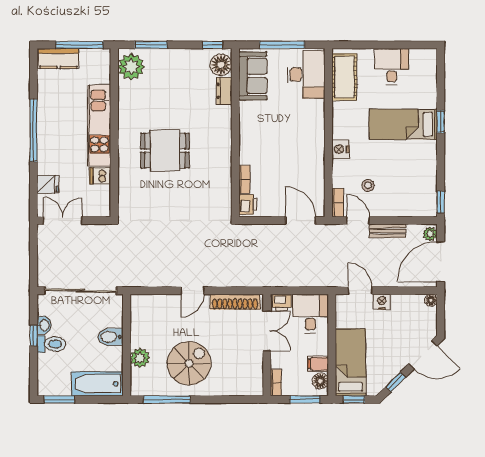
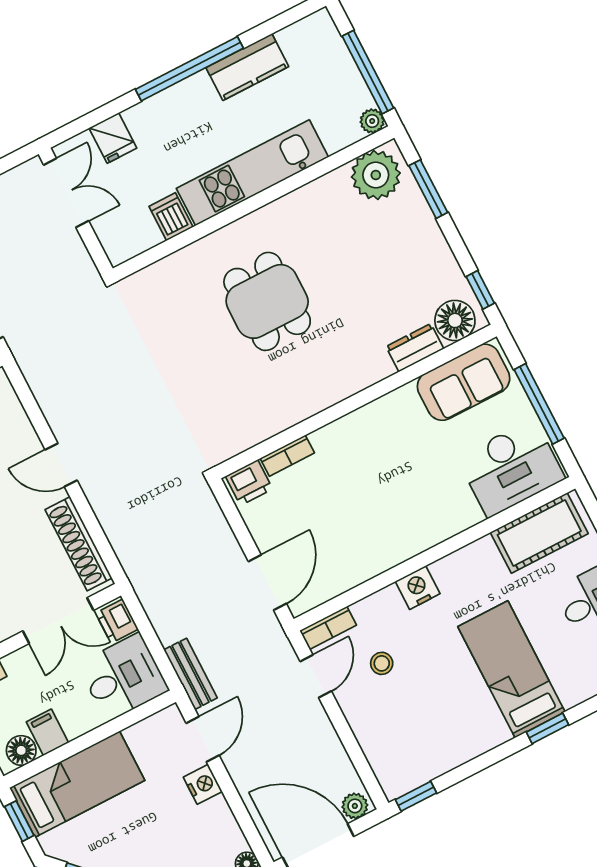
plant: (104, 55) -> (372, 121), added
kitchen counter: (58, 59) -> (247, 67), moved, turned -90
bench: (387, 231) -> (191, 674), moved

